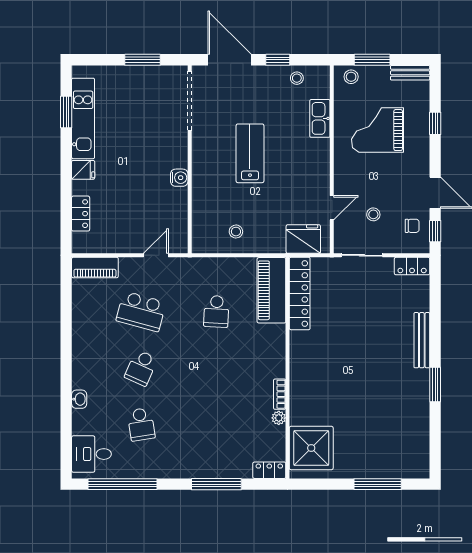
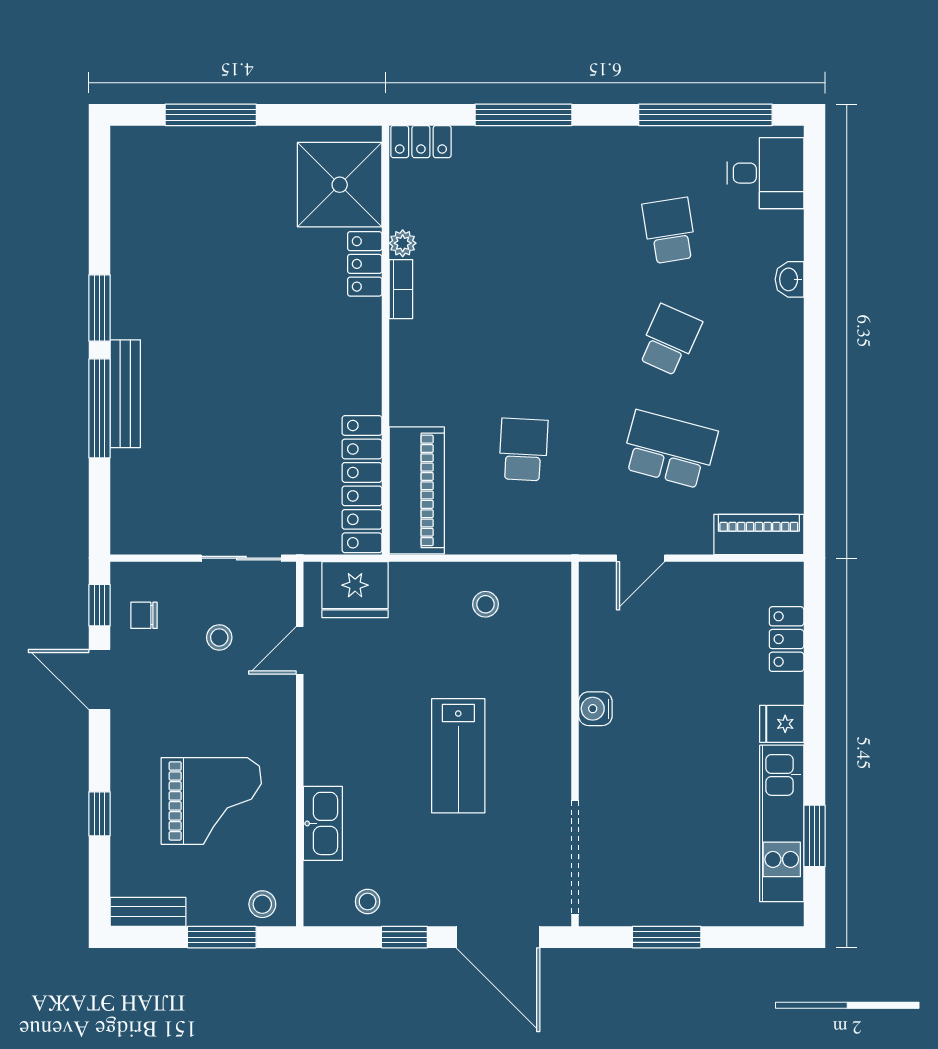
locker: (412, 266) -> (365, 264), moved, turned -90
window: (435, 333) -> (99, 408), added

